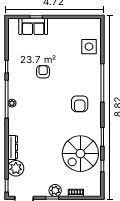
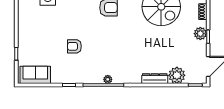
sofa: (33, 26) -> (35, 75), moved, turned -90

